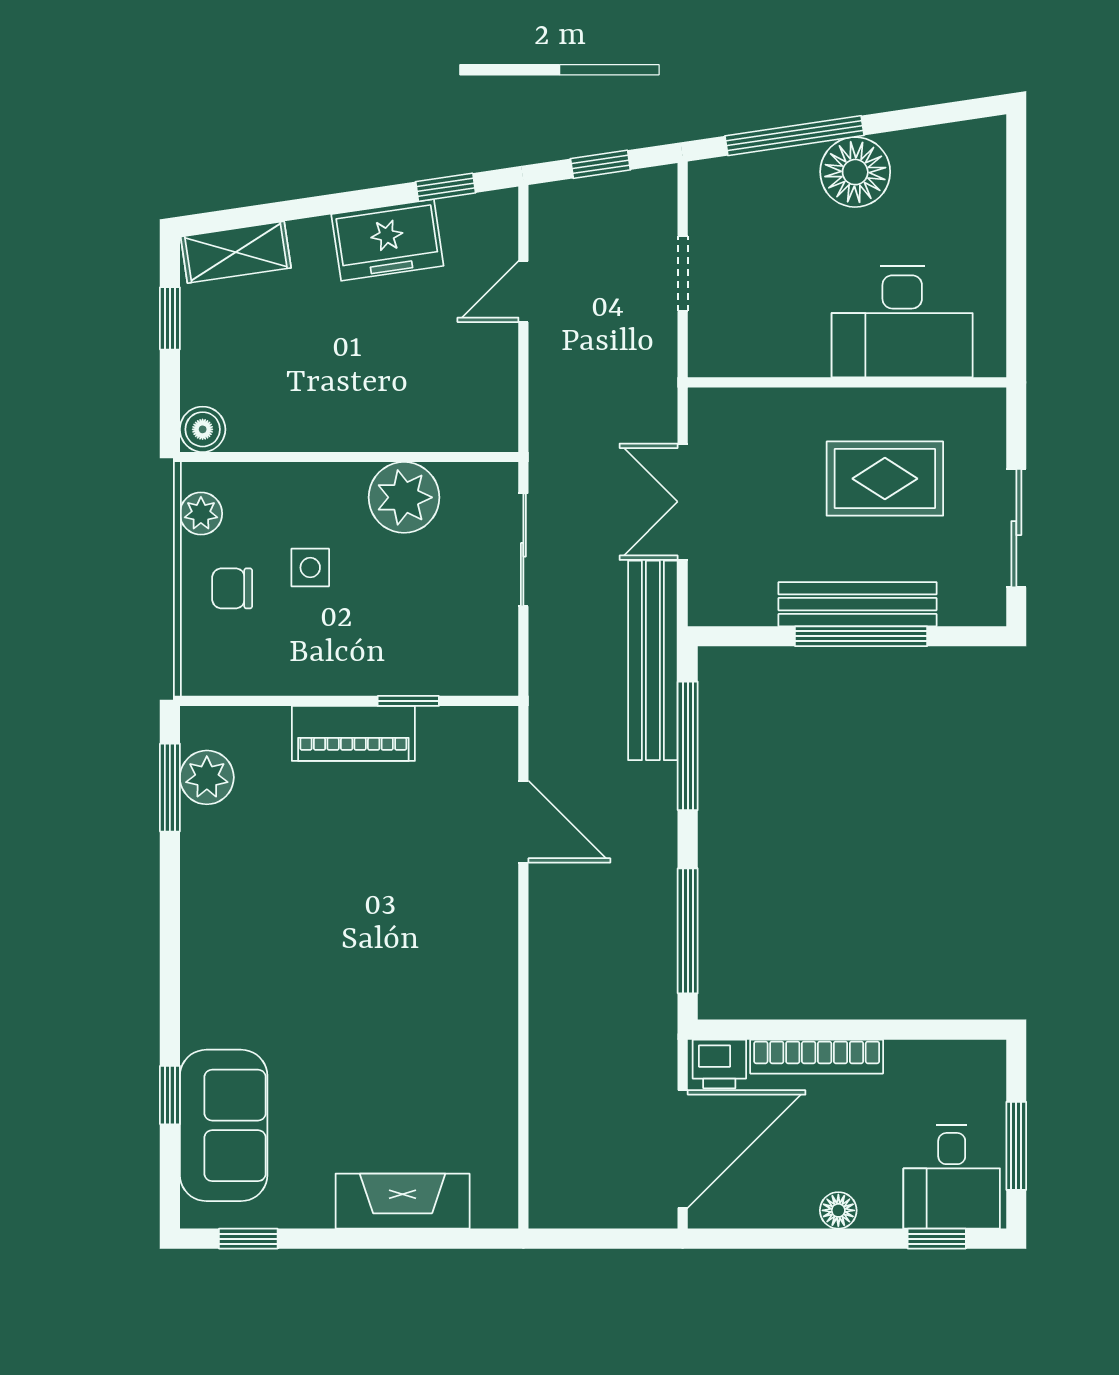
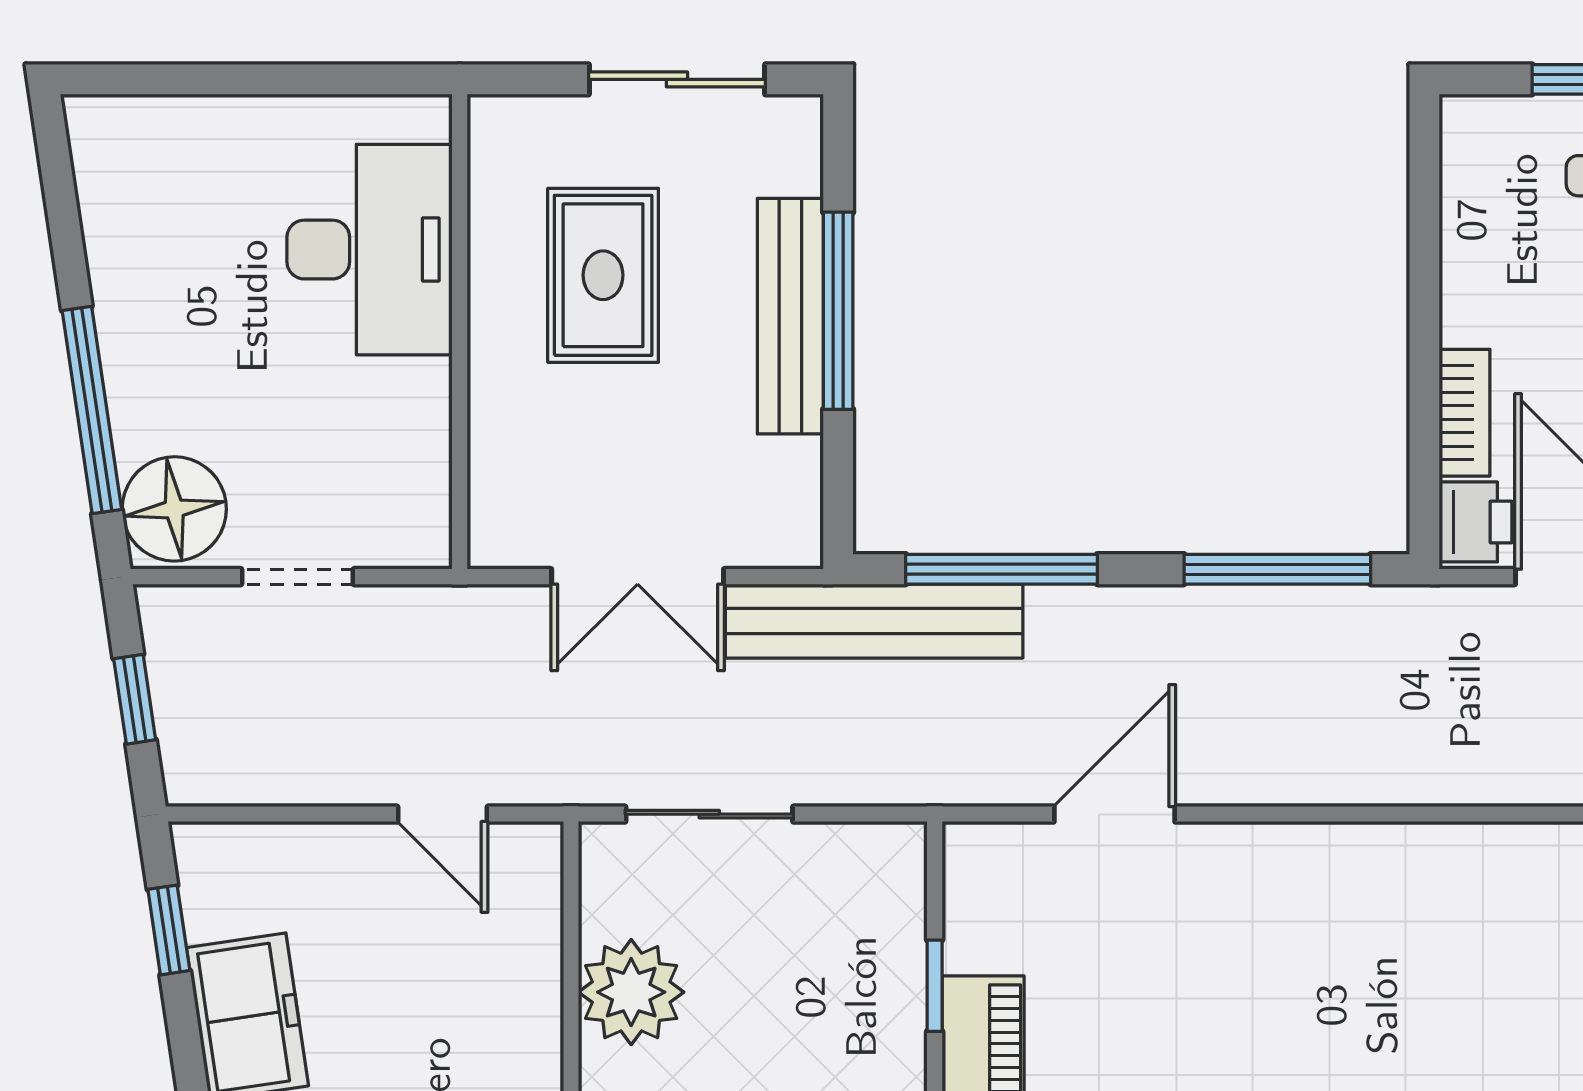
floor lamp: (855, 172) -> (174, 509), moved
door: (523, 292) -> (442, 814), moved
bookcase: (817, 1057) -> (1465, 413), width x0.64

